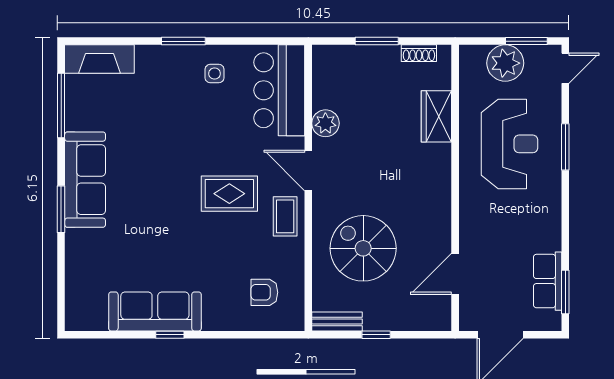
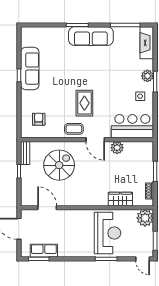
plant: (171, 58) -> (147, 76), added
plant: (505, 63) -> (145, 218), moved
reception desk: (510, 144) -> (107, 233), turned -90
door: (308, 170) -> (95, 140), swing flipped

